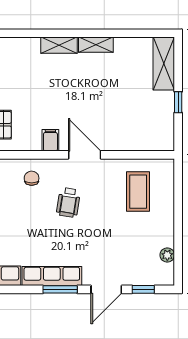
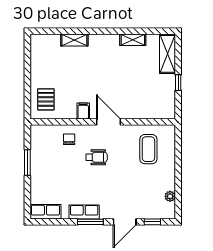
shelving: (59, 45) -> (74, 40), moved
shelving: (96, 45) -> (133, 40), moved
wheelchair: (68, 202) -> (97, 157), turned -99
row of seats: (52, 276) -> (84, 212), width x0.68

